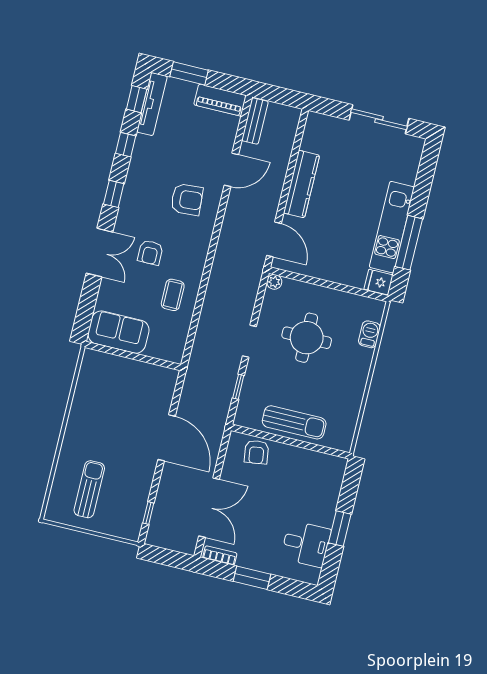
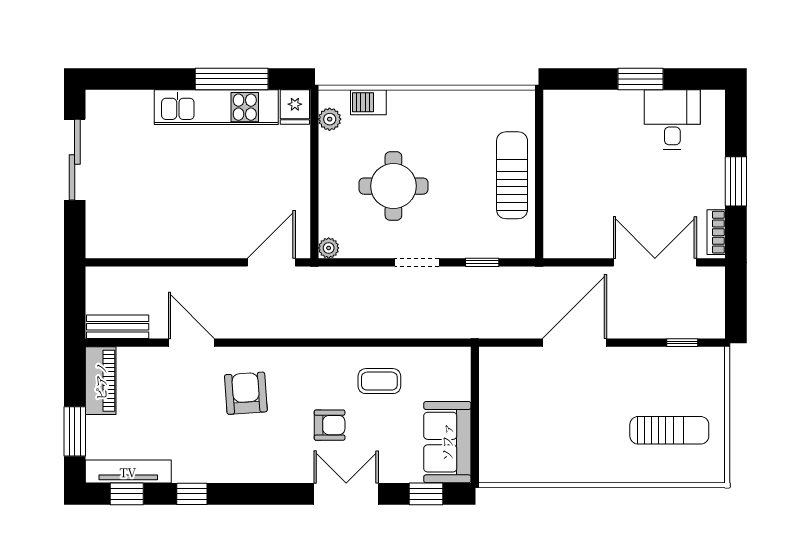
kitchen counter: (301, 184) -> (188, 243), removed
window: (114, 194) -> (426, 494), moved
plant: (364, 304) -> (330, 119), added
armchair: (256, 452) -> (564, 216), removed
sun lounger: (89, 489) -> (669, 430), turned 180

